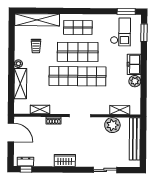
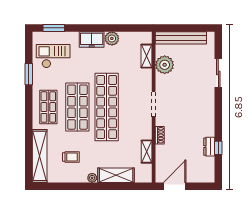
window: (126, 11) -> (29, 74), moved
wardrobe: (65, 160) -> (207, 121), removed
dresser: (25, 162) -> (209, 147), moved
window: (26, 169) -> (218, 148), moved

